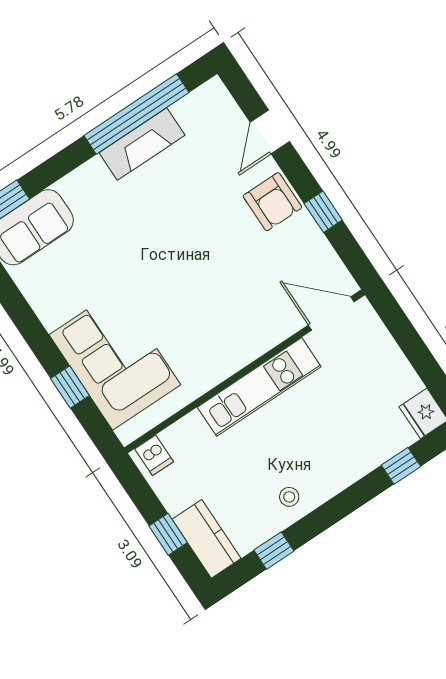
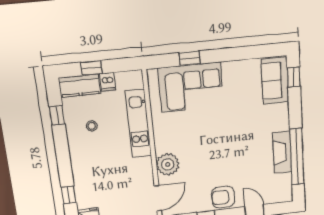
plant: (263, 328) -> (168, 164), added
kitchen unit: (259, 387) -> (138, 124), moved
dishwasher: (154, 455) -> (108, 82), moved, turned -90
stool: (289, 497) -> (92, 126), moved

